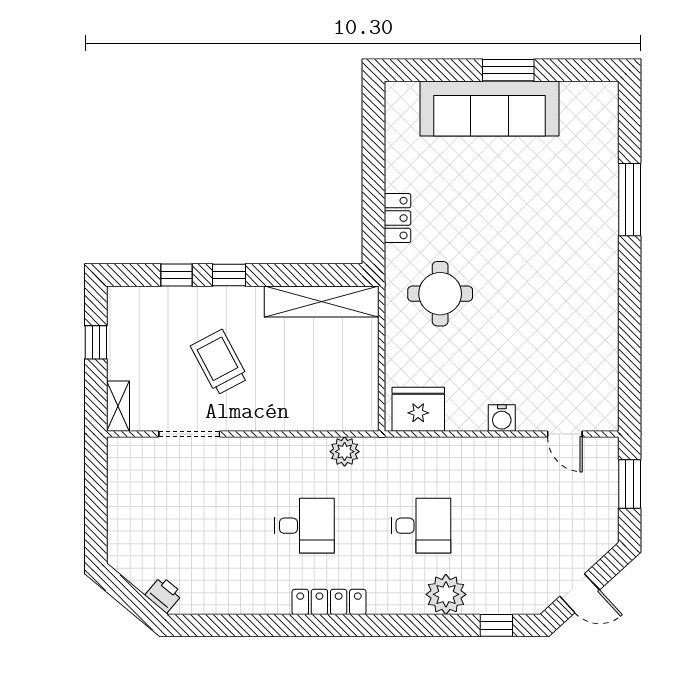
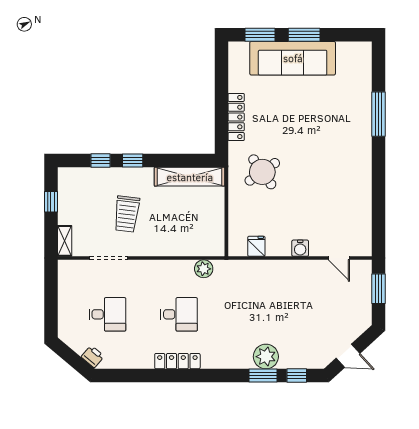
window: (436, 70) -> (260, 35), added
locker: (397, 218) -> (236, 117), width x1.53
round table: (440, 294) -> (262, 172), turned -35
trolley: (219, 362) -> (127, 214), turned -145
fridge: (418, 409) -> (256, 246), width x0.53, depth x0.75
desk: (421, 526) -> (107, 314), moved
locker: (329, 602) -> (177, 361), moved
window: (441, 625) -> (263, 376), added

